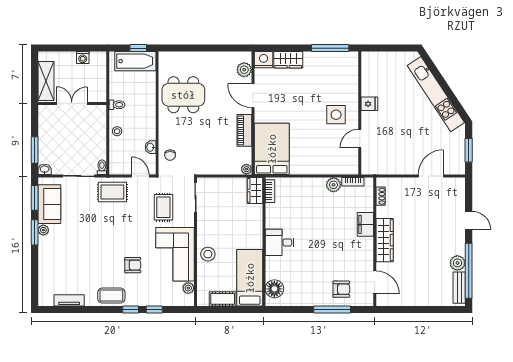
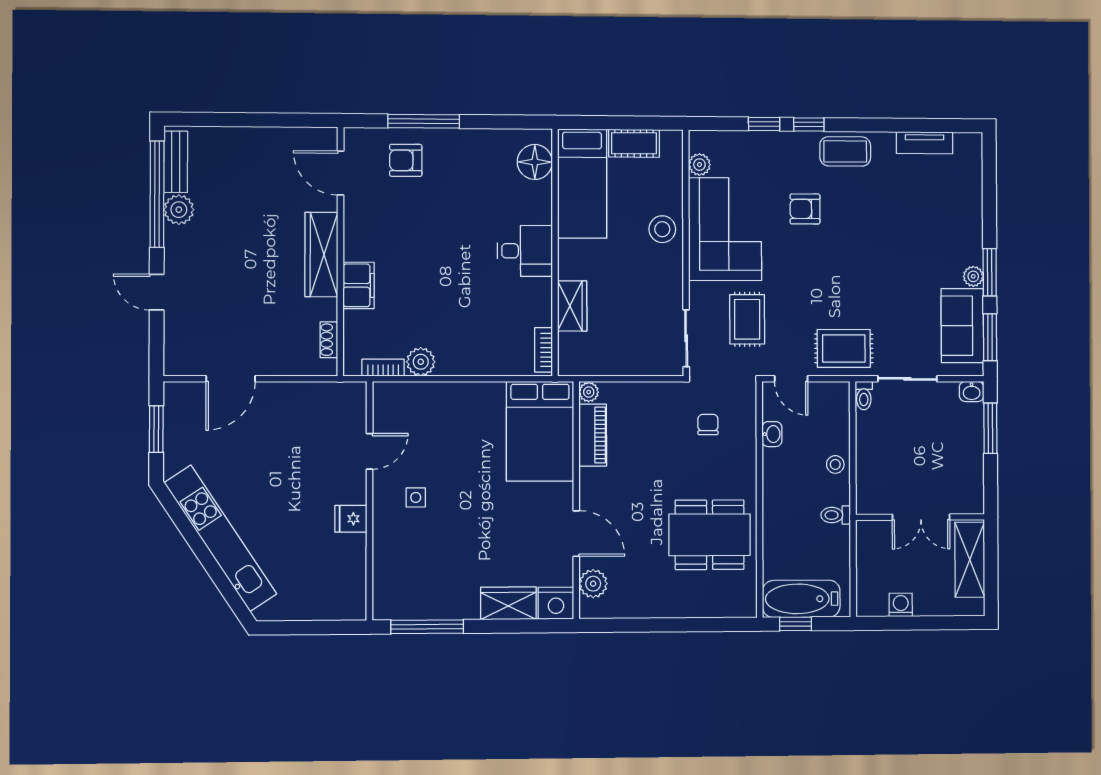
side table: (336, 115) -> (416, 497), width x0.54, depth x0.54
piano: (244, 130) -> (593, 435), moved
chair: (170, 155) -> (708, 425), moved
wardrobe: (255, 190) -> (572, 306), moved

